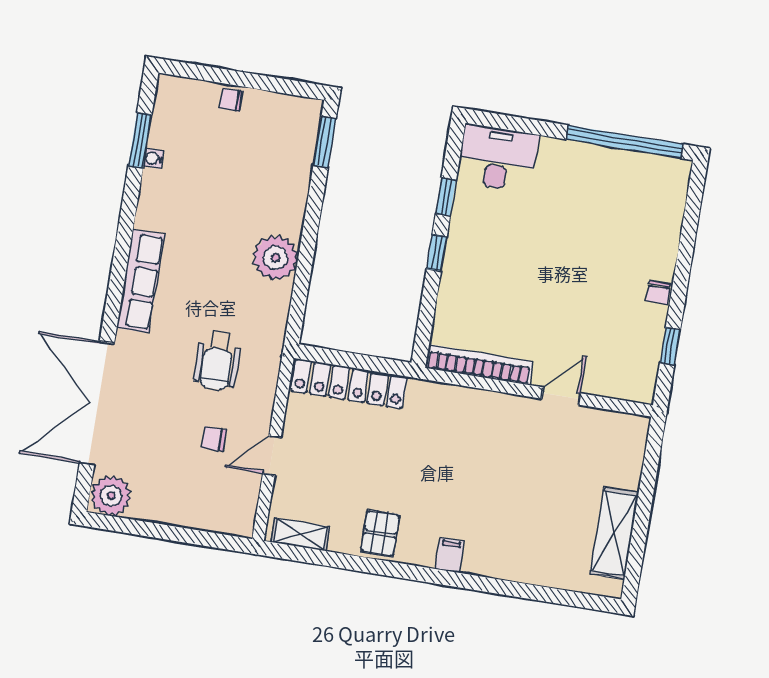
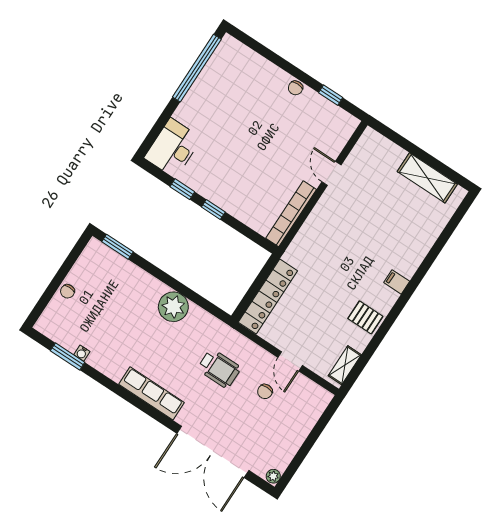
chair: (658, 292) -> (295, 88), turned 90
plant: (111, 496) -> (273, 476), width x0.53, depth x0.53

